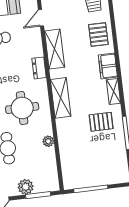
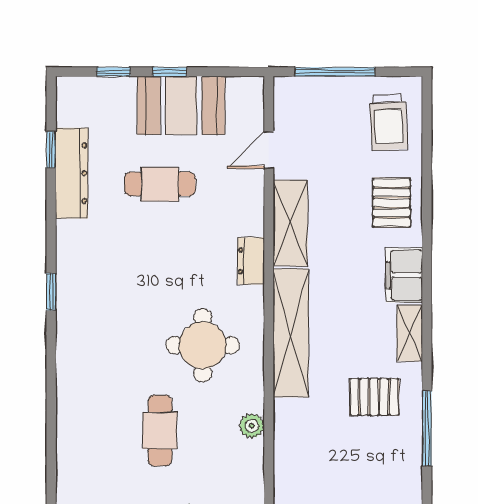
shelving: (61, 98) -> (291, 333), width x1.47

